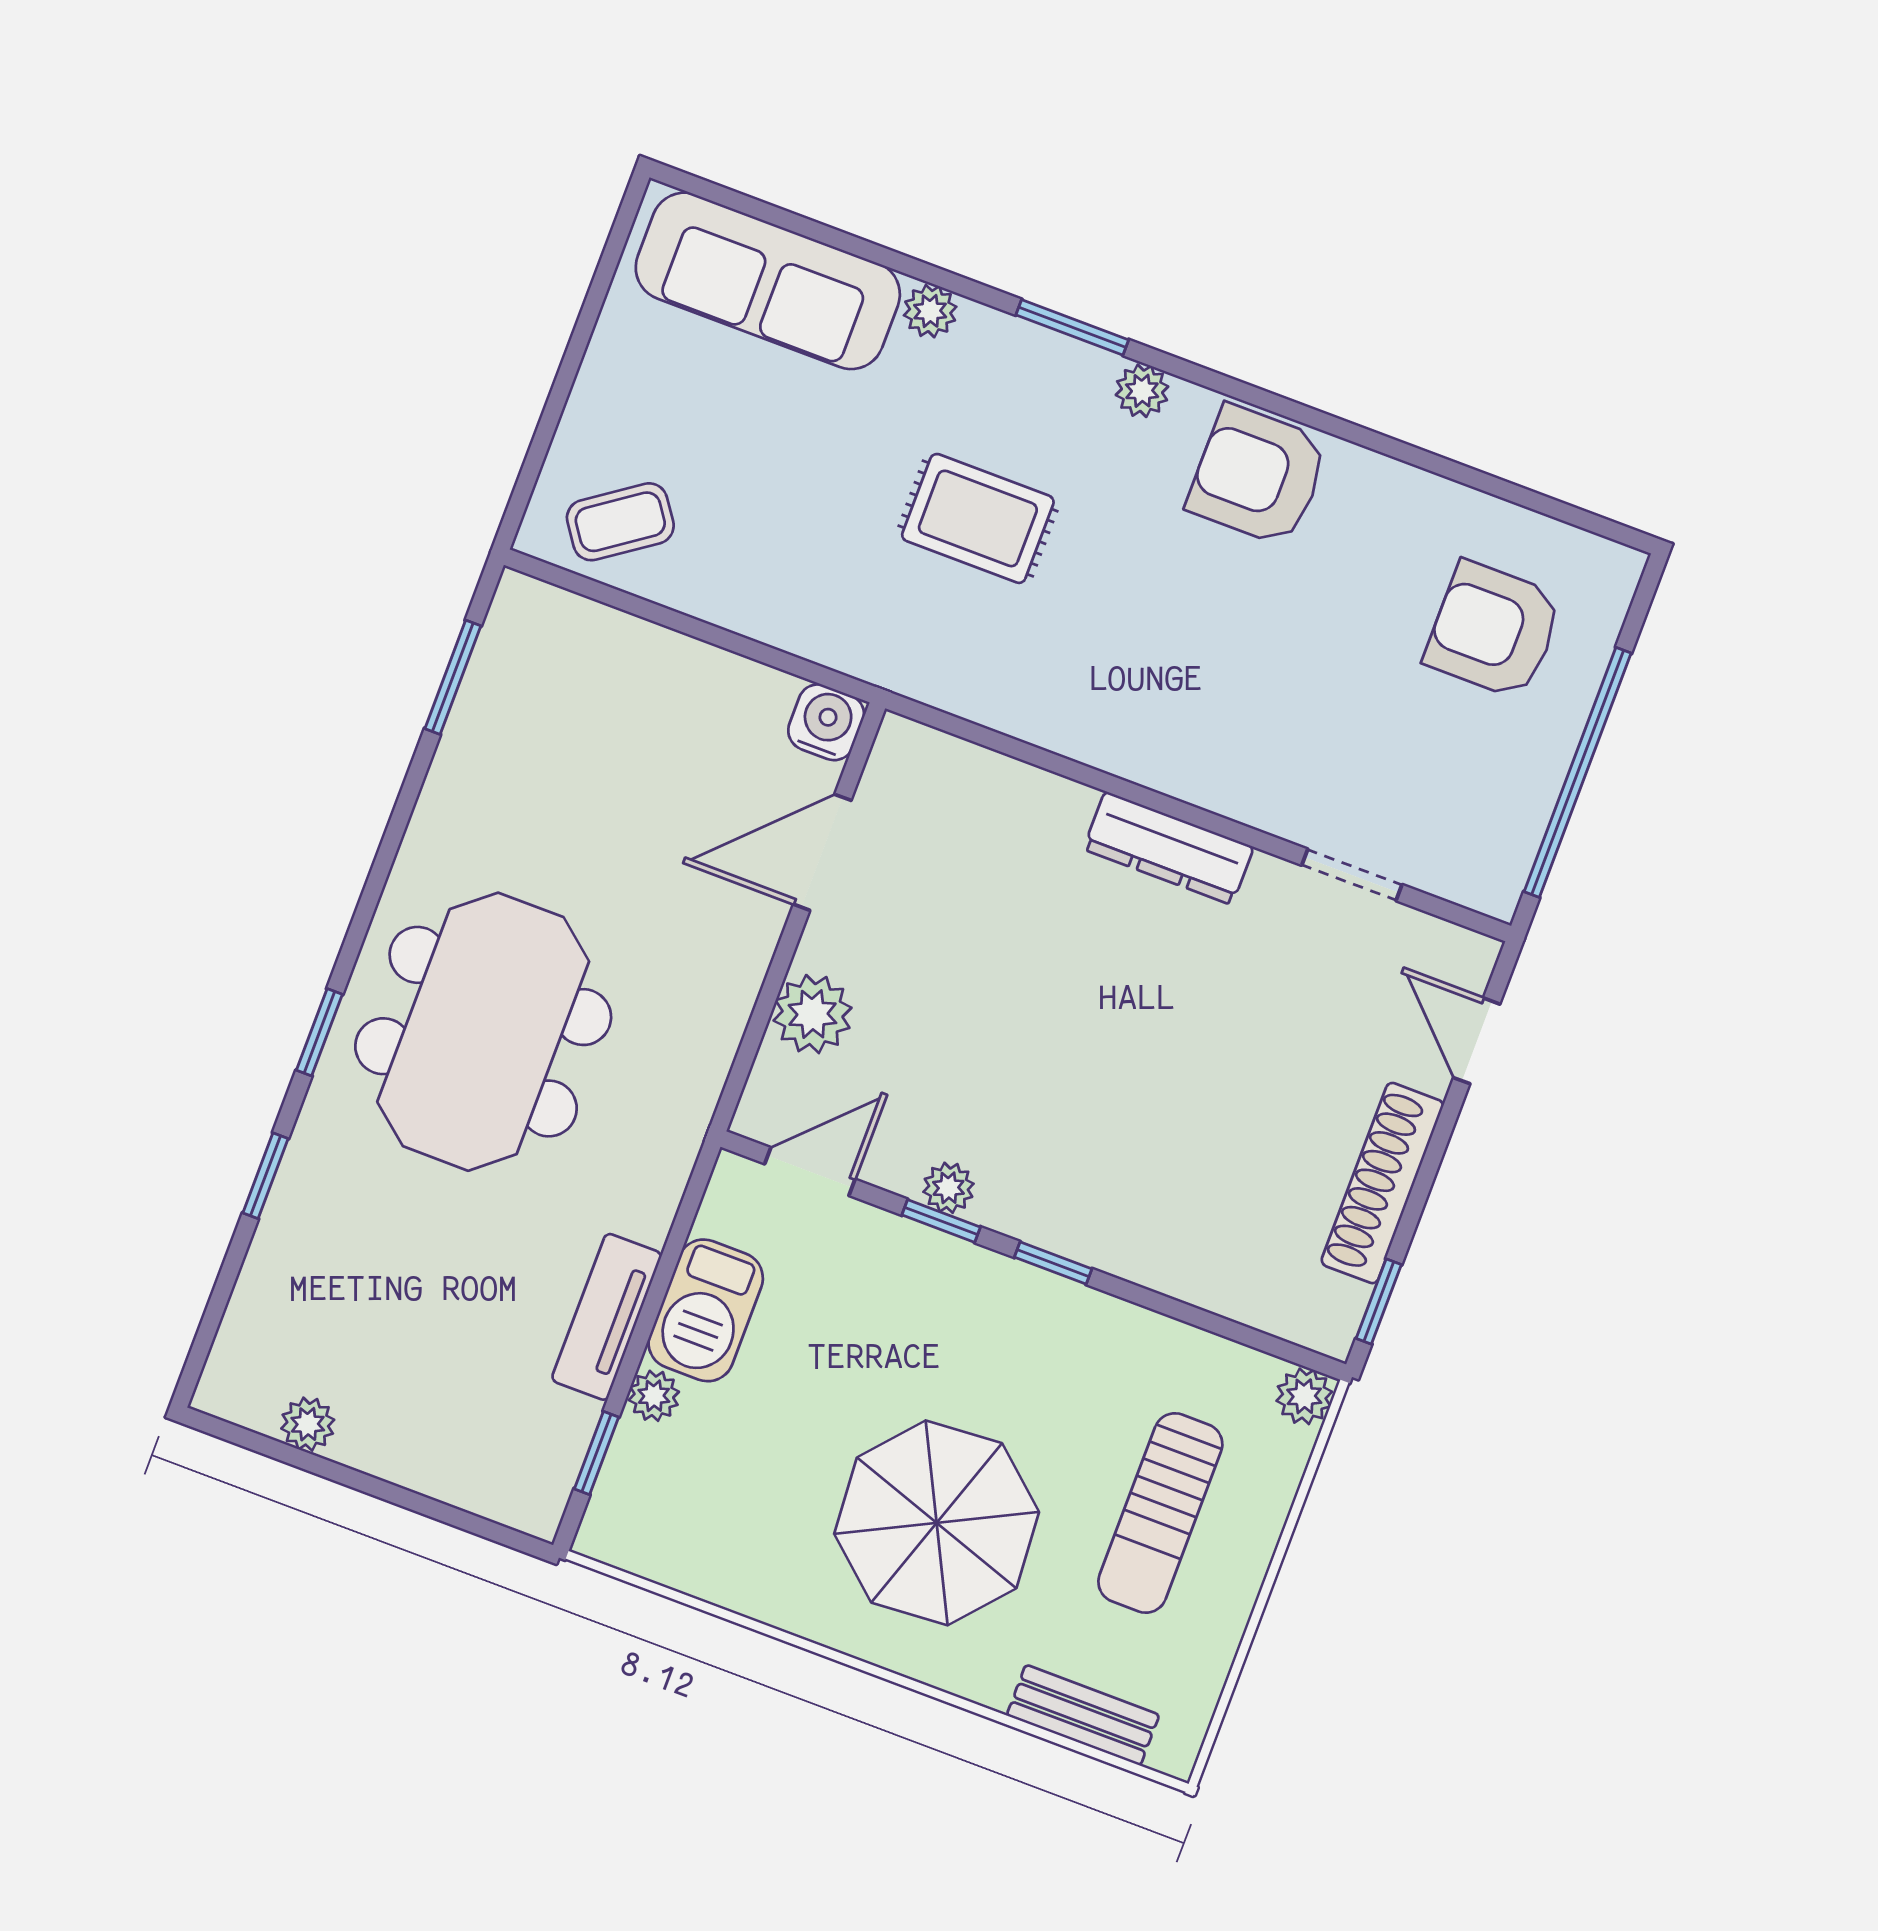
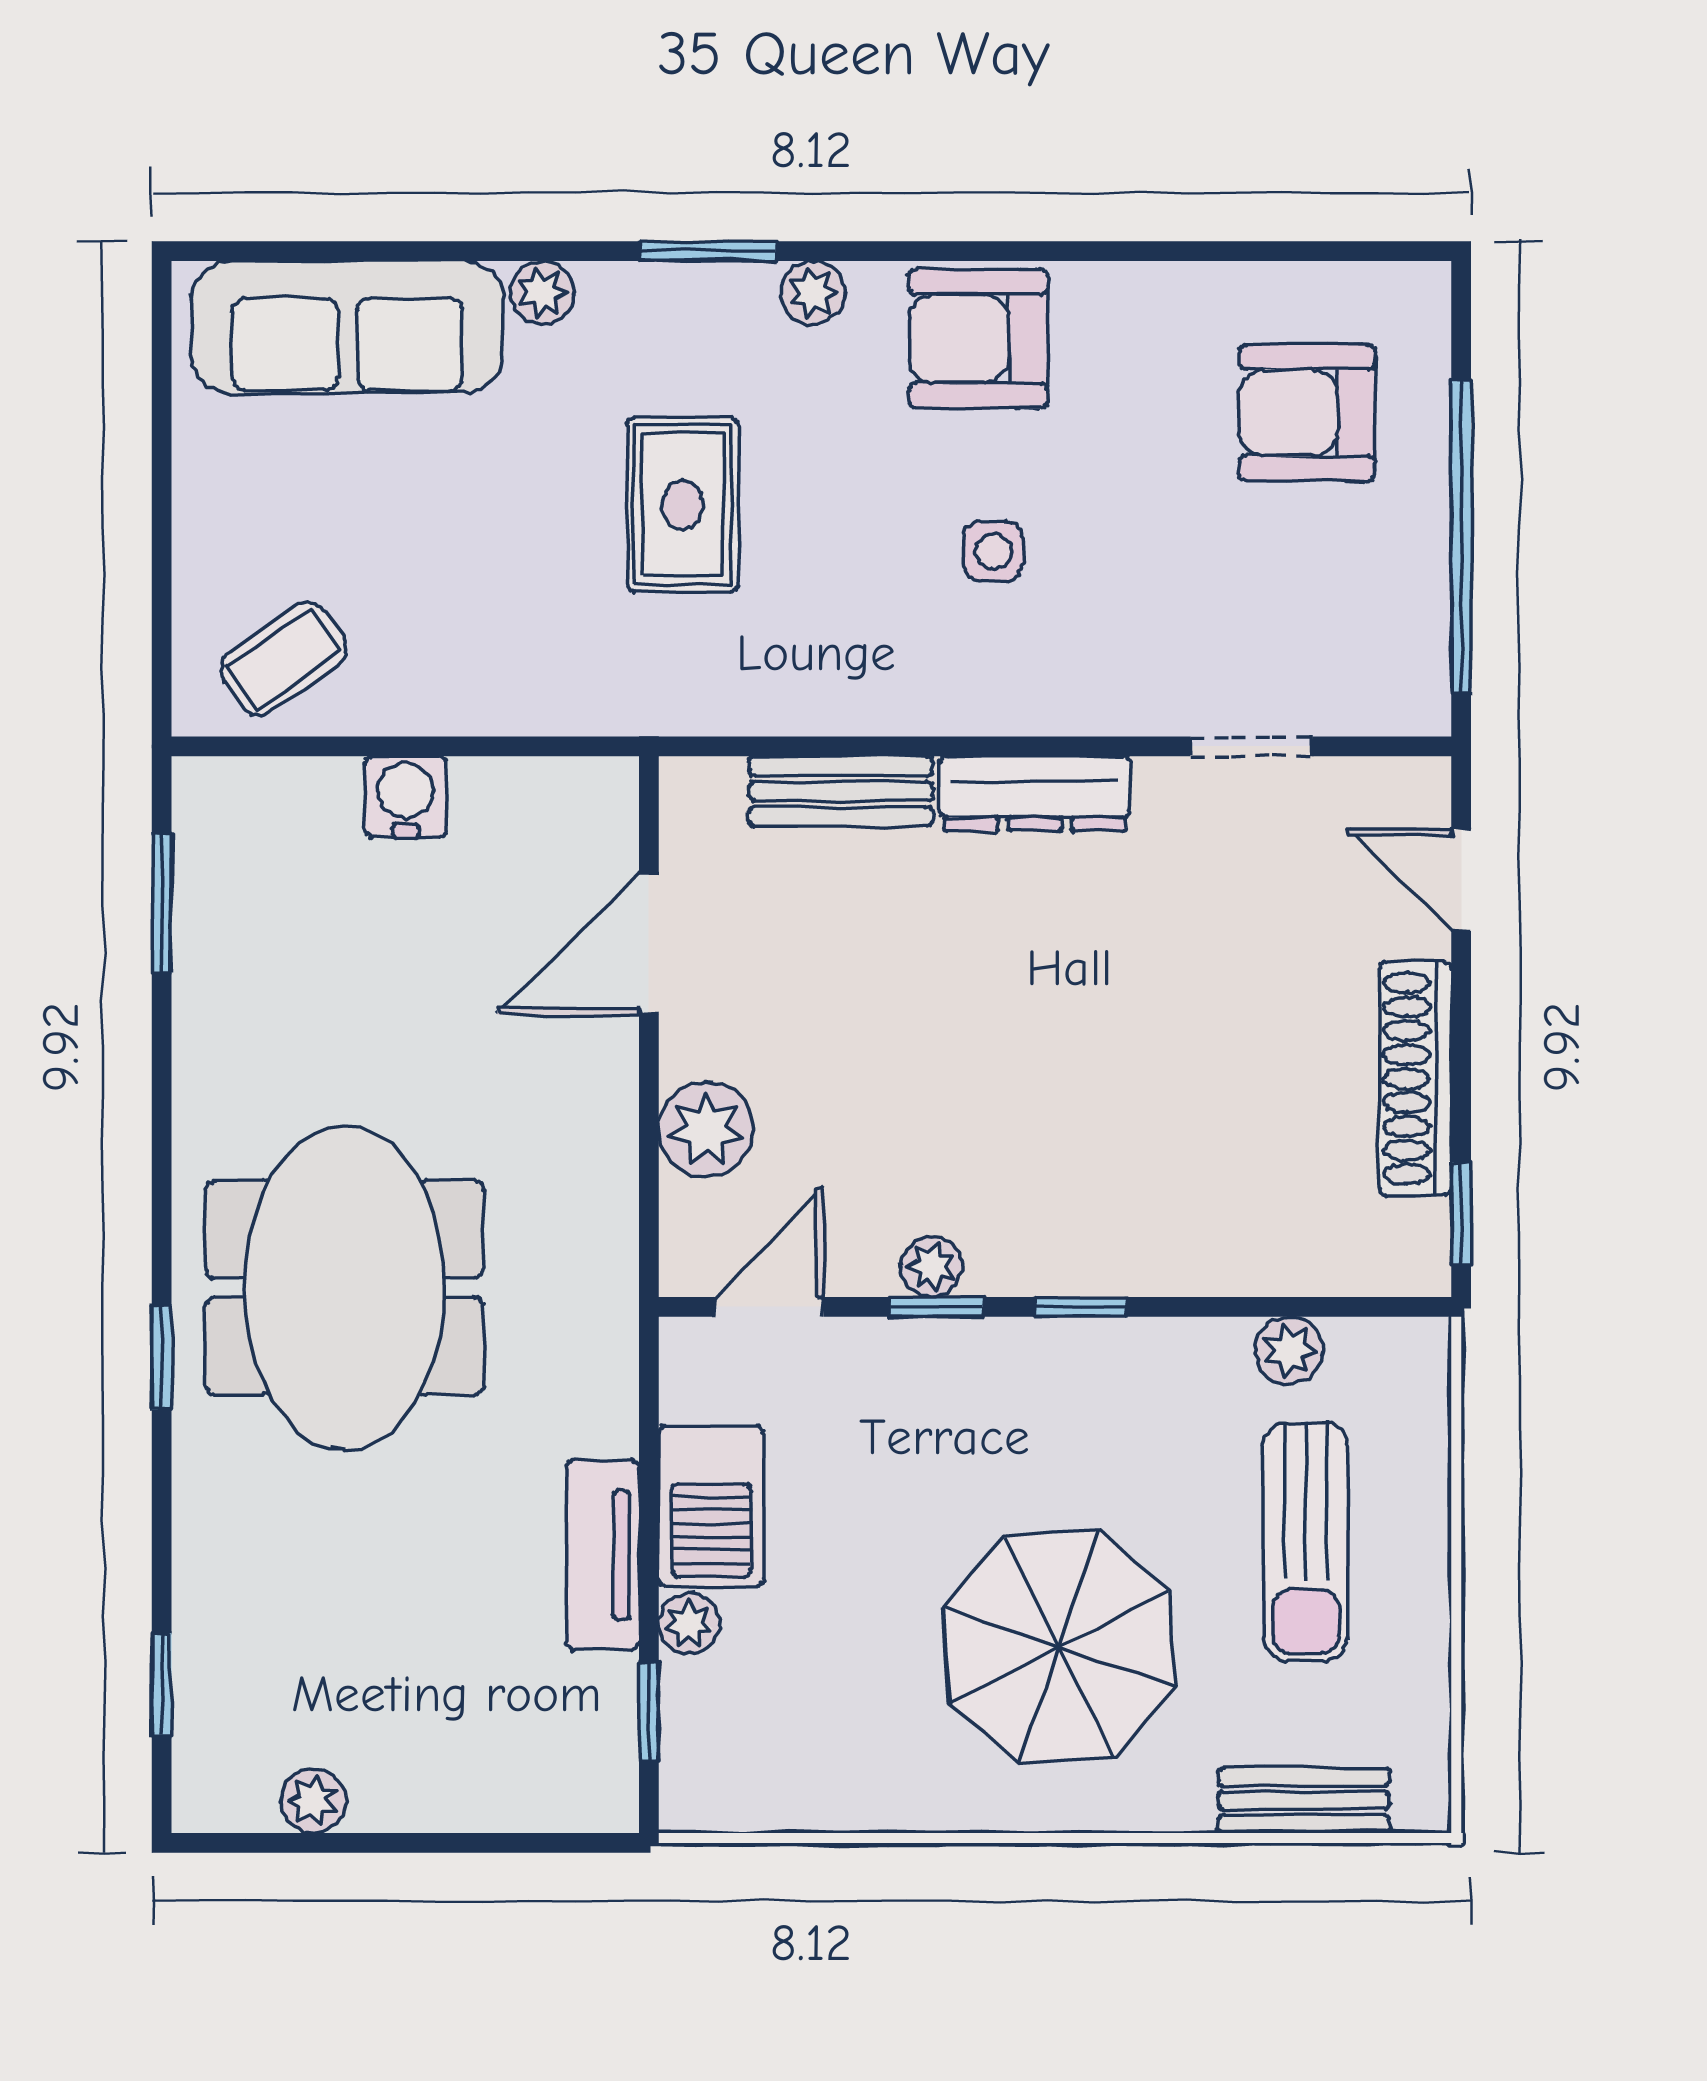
rug: (978, 518) -> (683, 505), turned 90
side table: (1207, 646) -> (993, 551), added
water cooler: (826, 722) -> (406, 797), moved
bench: (1017, 789) -> (841, 791), added
window: (265, 1176) -> (162, 1685), moved
plant: (1304, 1396) -> (1289, 1350), moved

